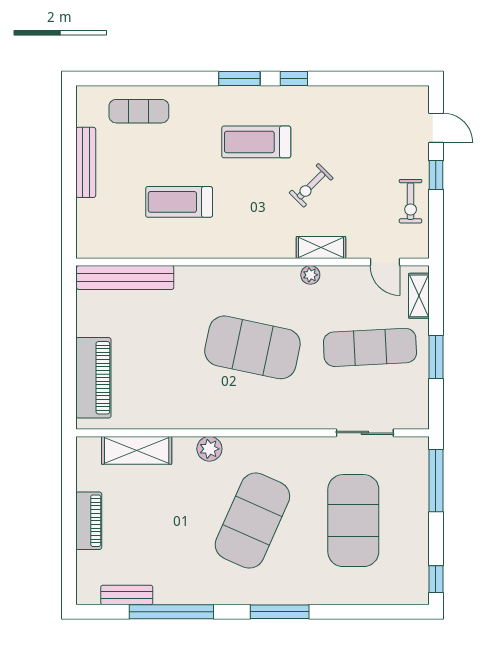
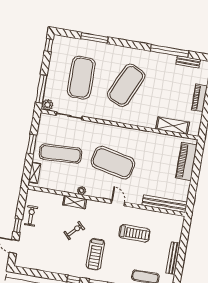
treadmill: (256, 142) -> (95, 254), turned 90
door: (385, 262) -> (118, 203), moved
plant: (209, 449) -> (47, 105), moved
window: (280, 612) -> (94, 38), moved

